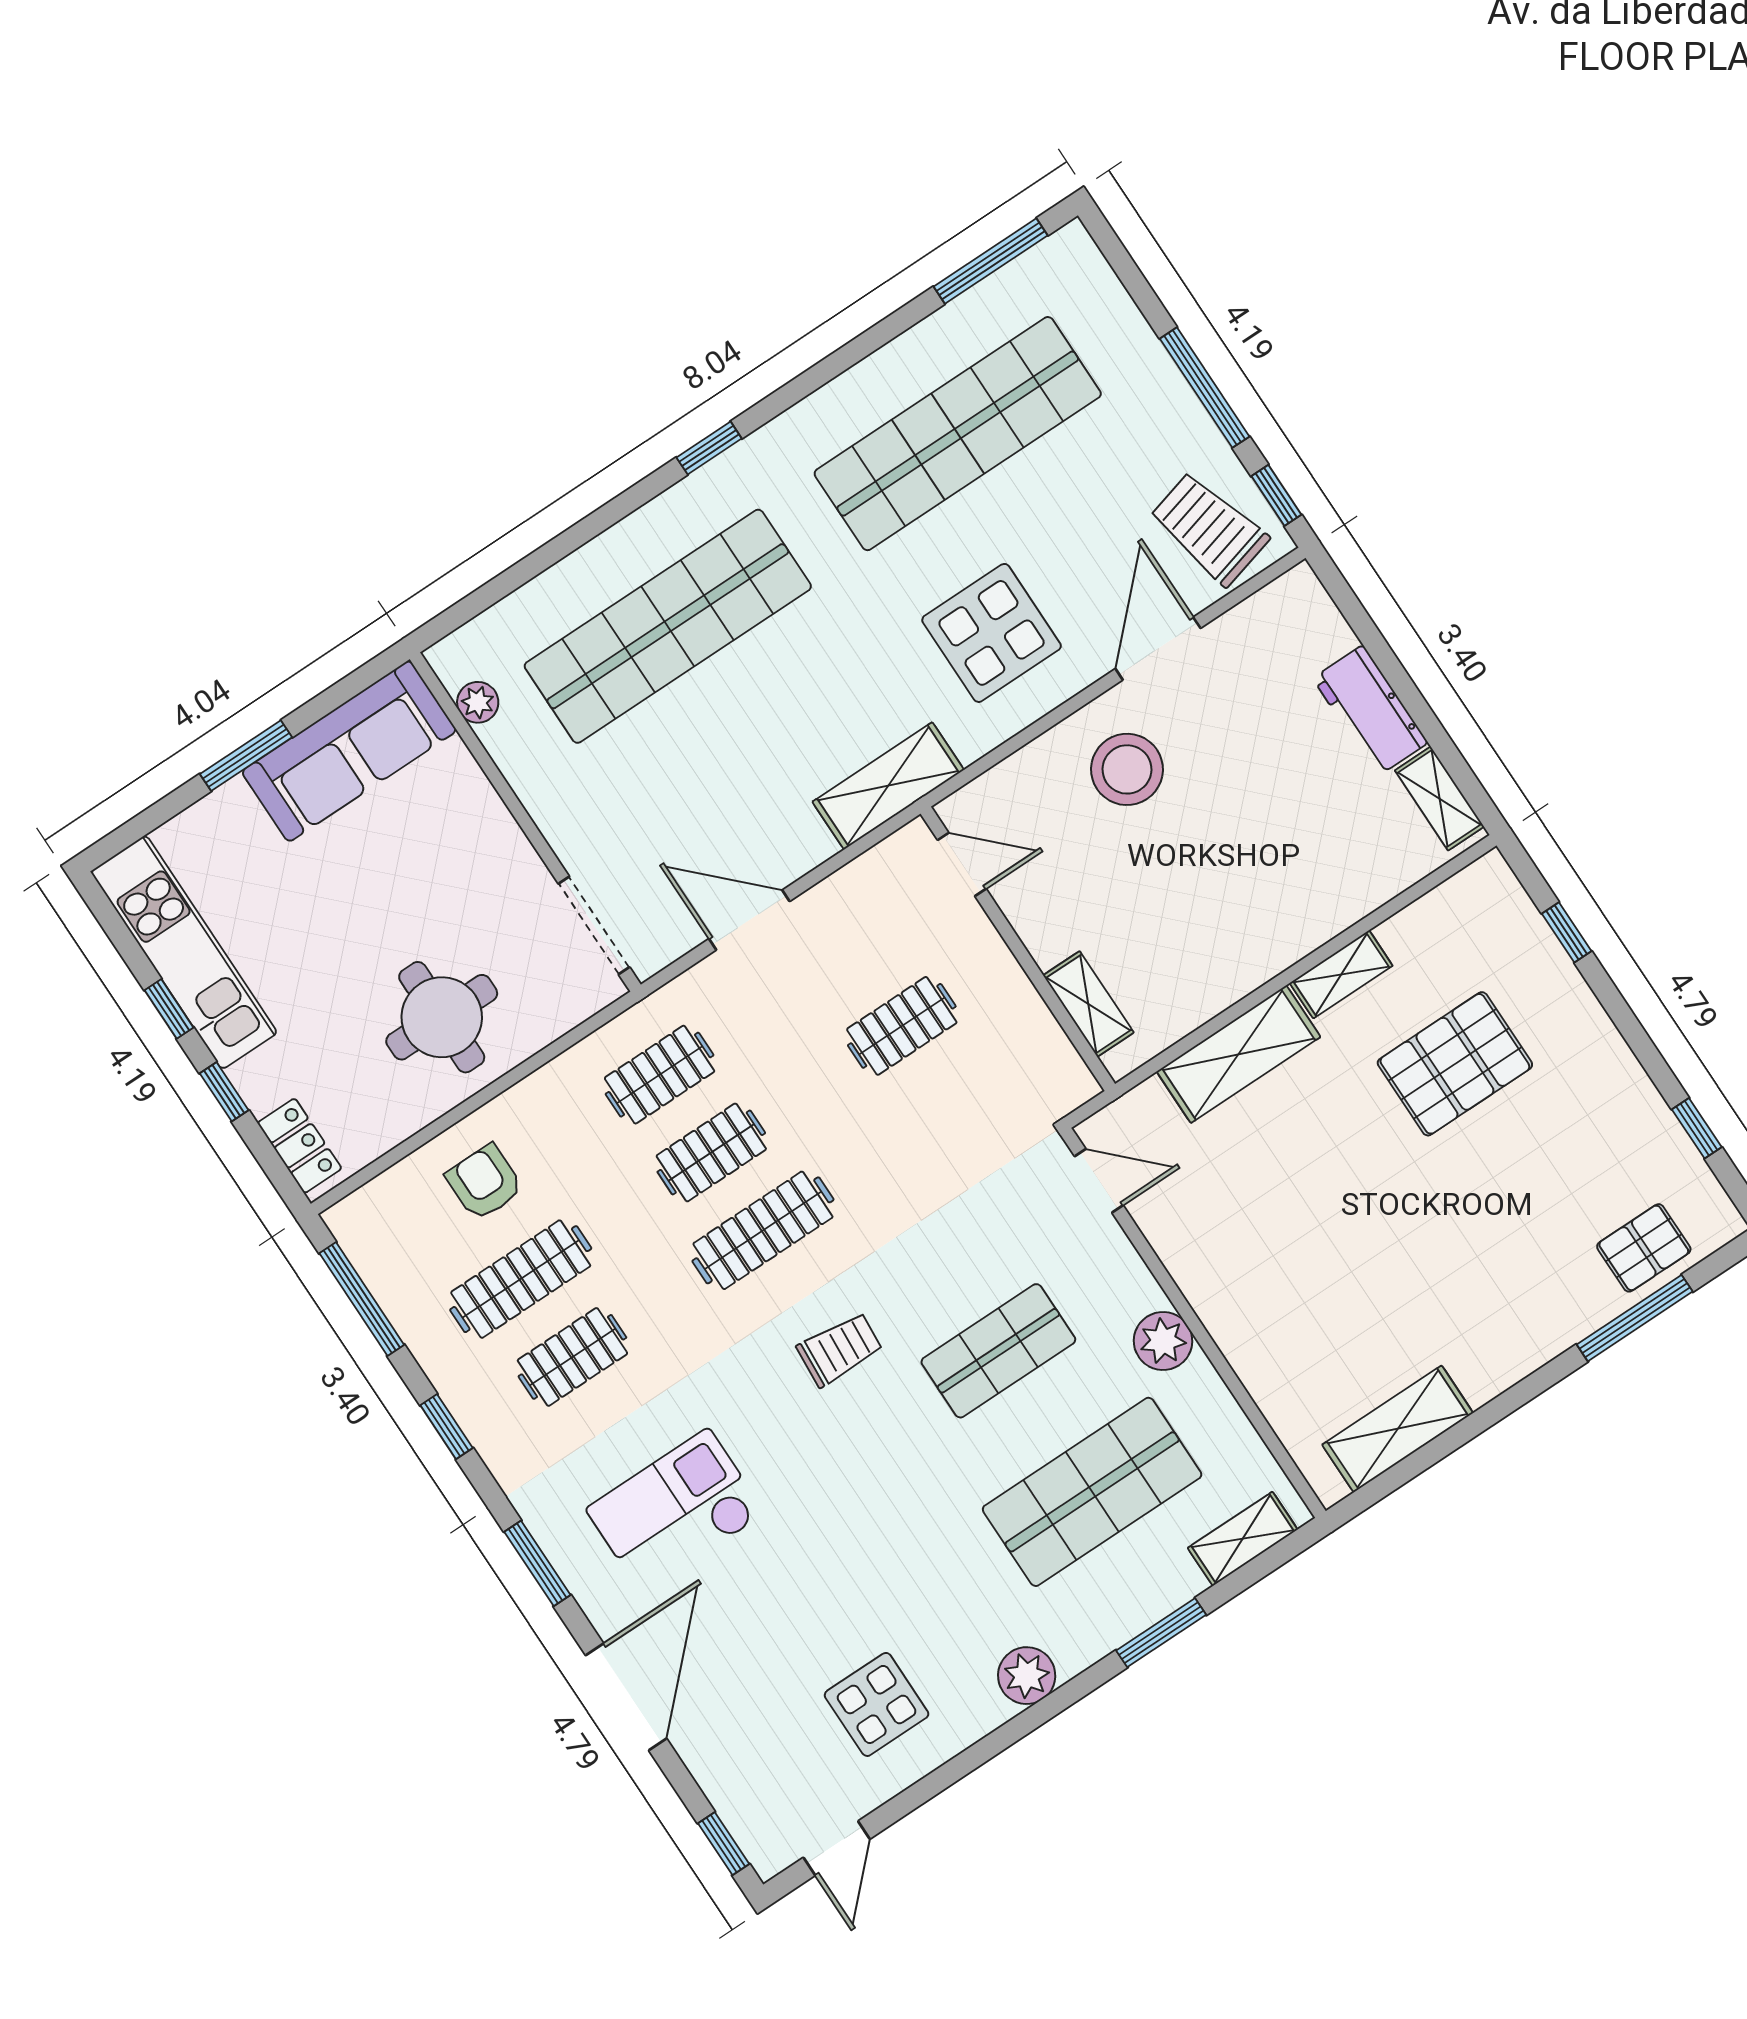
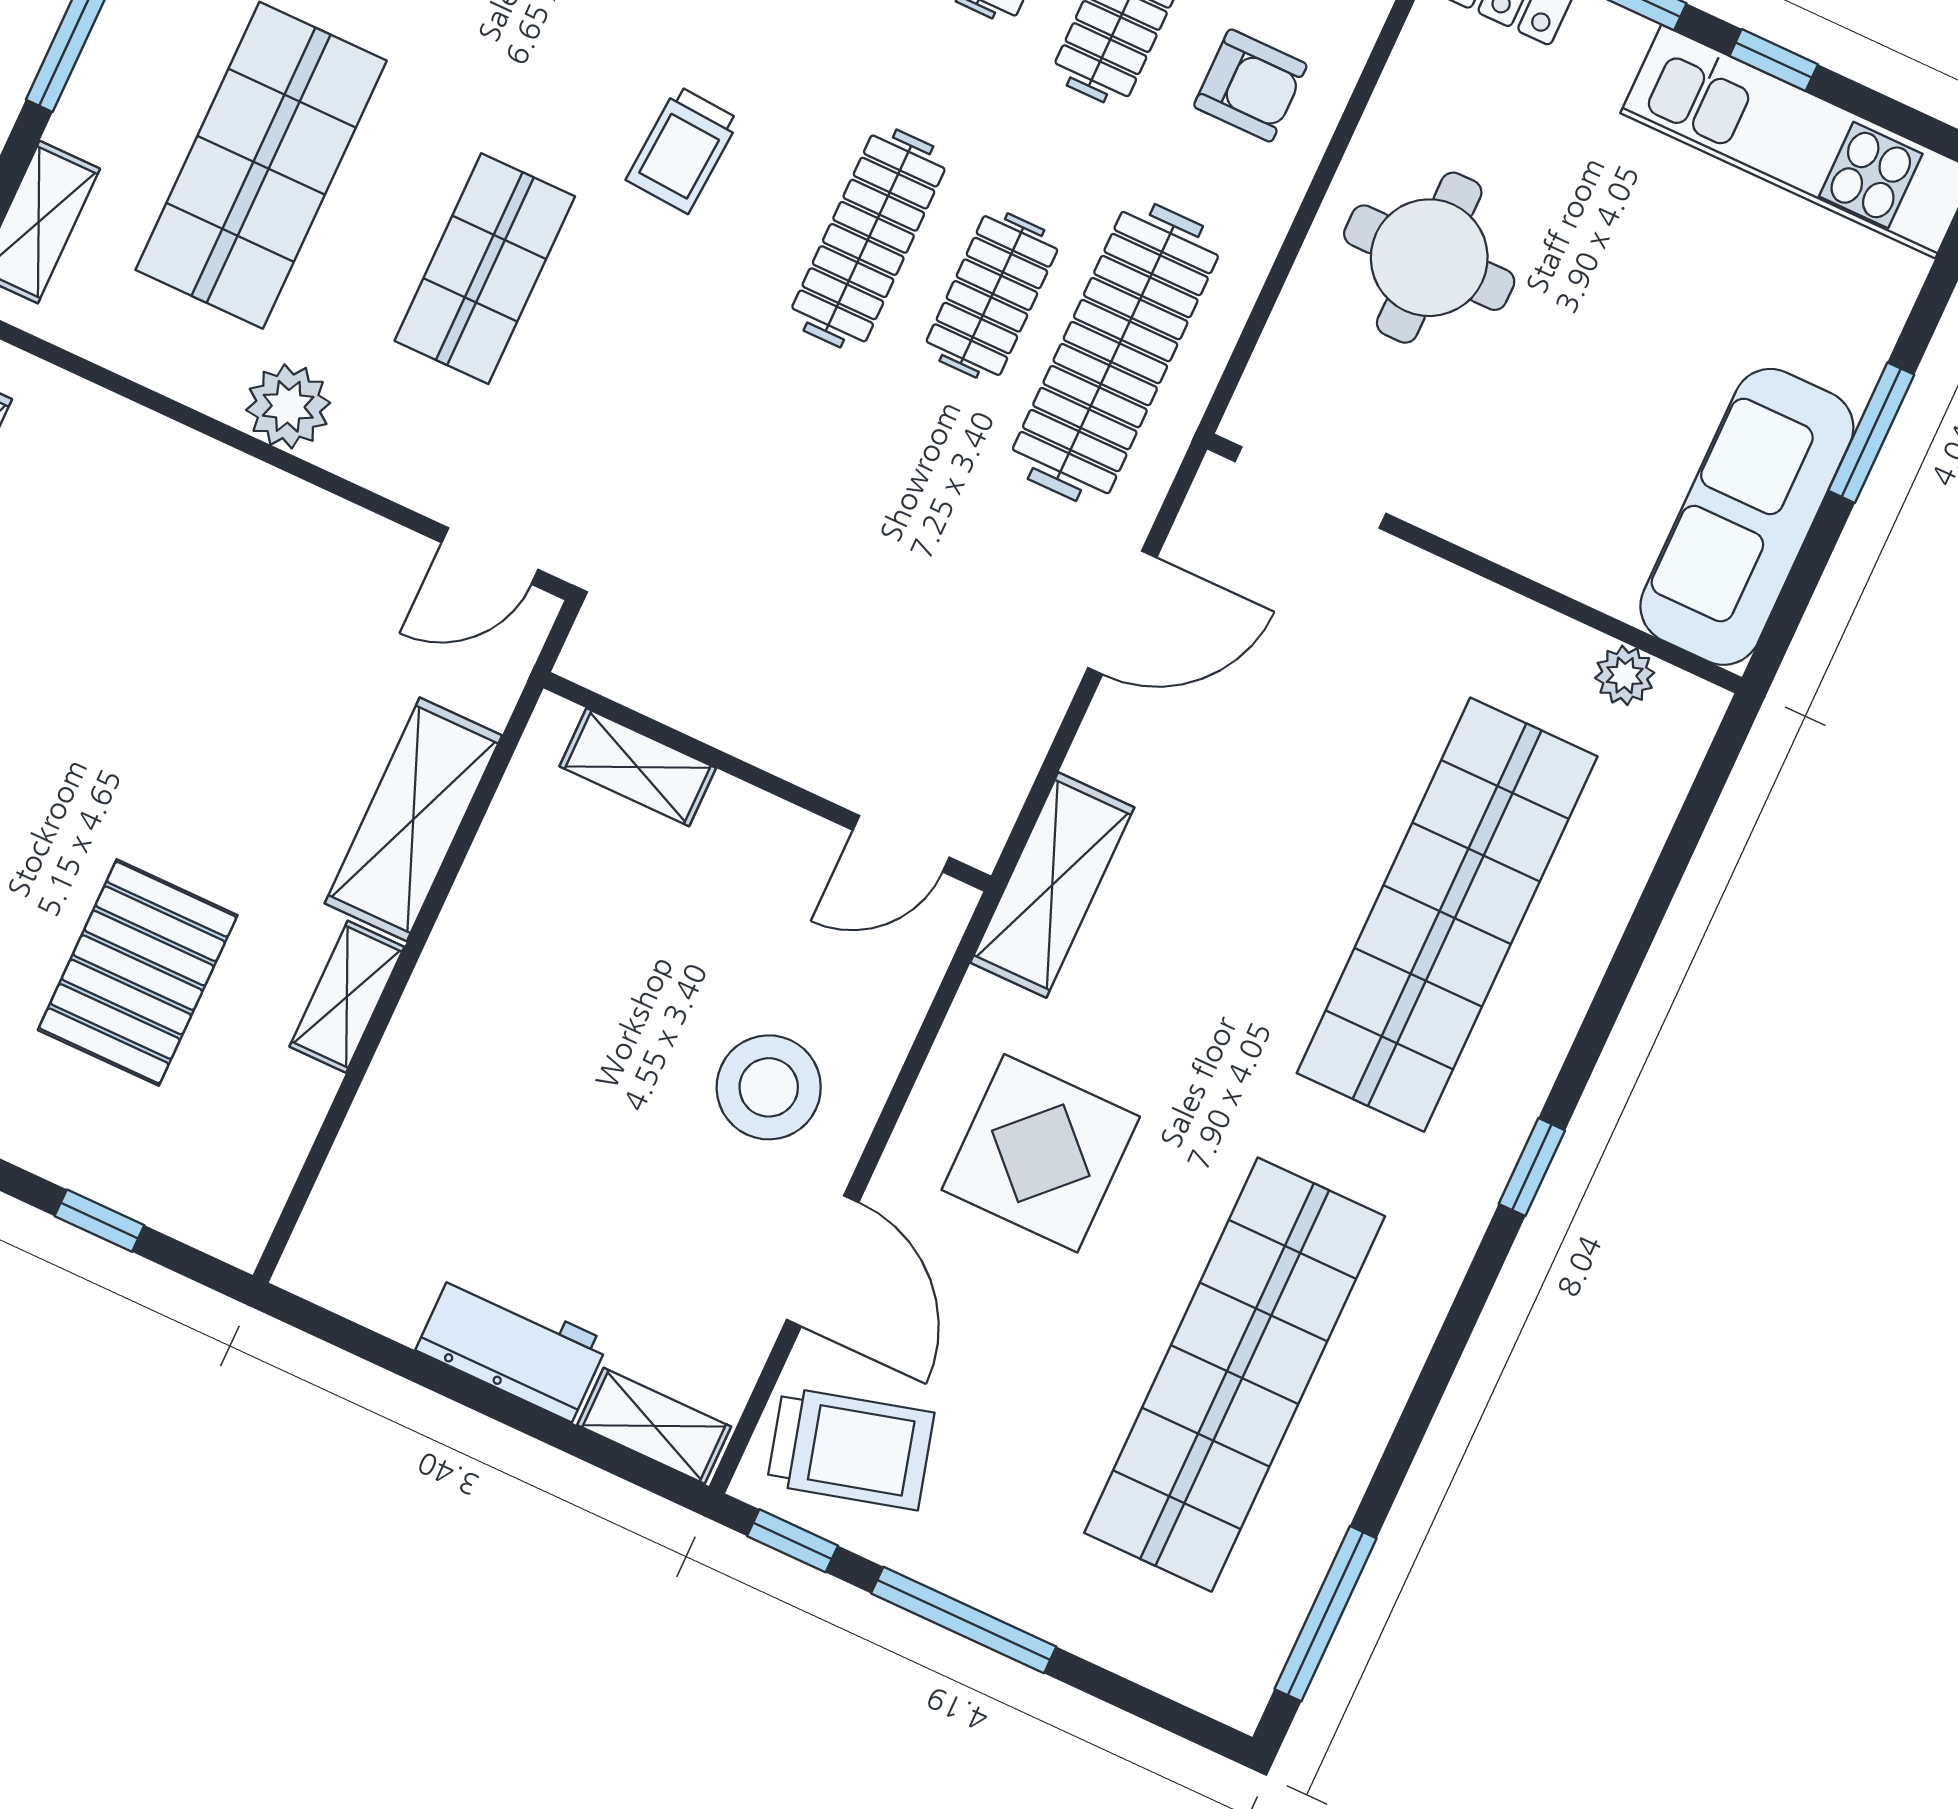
shelving: (1439, 799) -> (654, 1426), moved
clothes rail: (902, 1026) -> (852, 598), removed
clothes rail: (660, 1075) -> (1115, 353), width x1.86, depth x1.31

